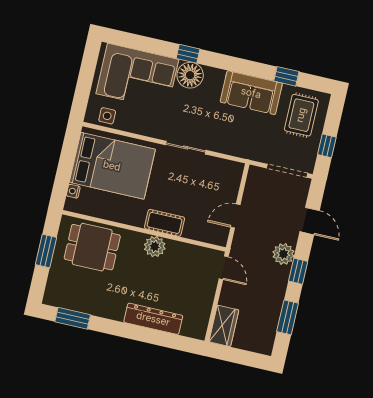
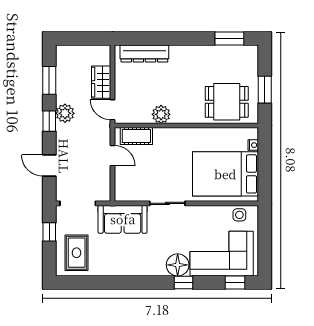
window: (286, 76) -> (235, 282), moved
sofa: (251, 93) -> (123, 219), moved, turned 180
door: (235, 216) -> (112, 156), hinge flipped
cot: (165, 223) -> (136, 136), moved
plant: (155, 246) -> (161, 114), moved
plant: (283, 254) -> (65, 113), moved
dresser: (153, 319) -> (144, 53), moved
wardrobe: (224, 326) -> (101, 82), moved

